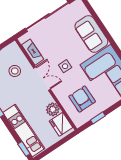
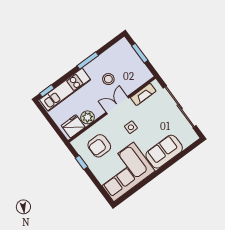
stool: (15, 71) -> (108, 79), moved
double door: (42, 79) -> (117, 105), swing flipped
armchair: (82, 99) -> (99, 146), turned 180

